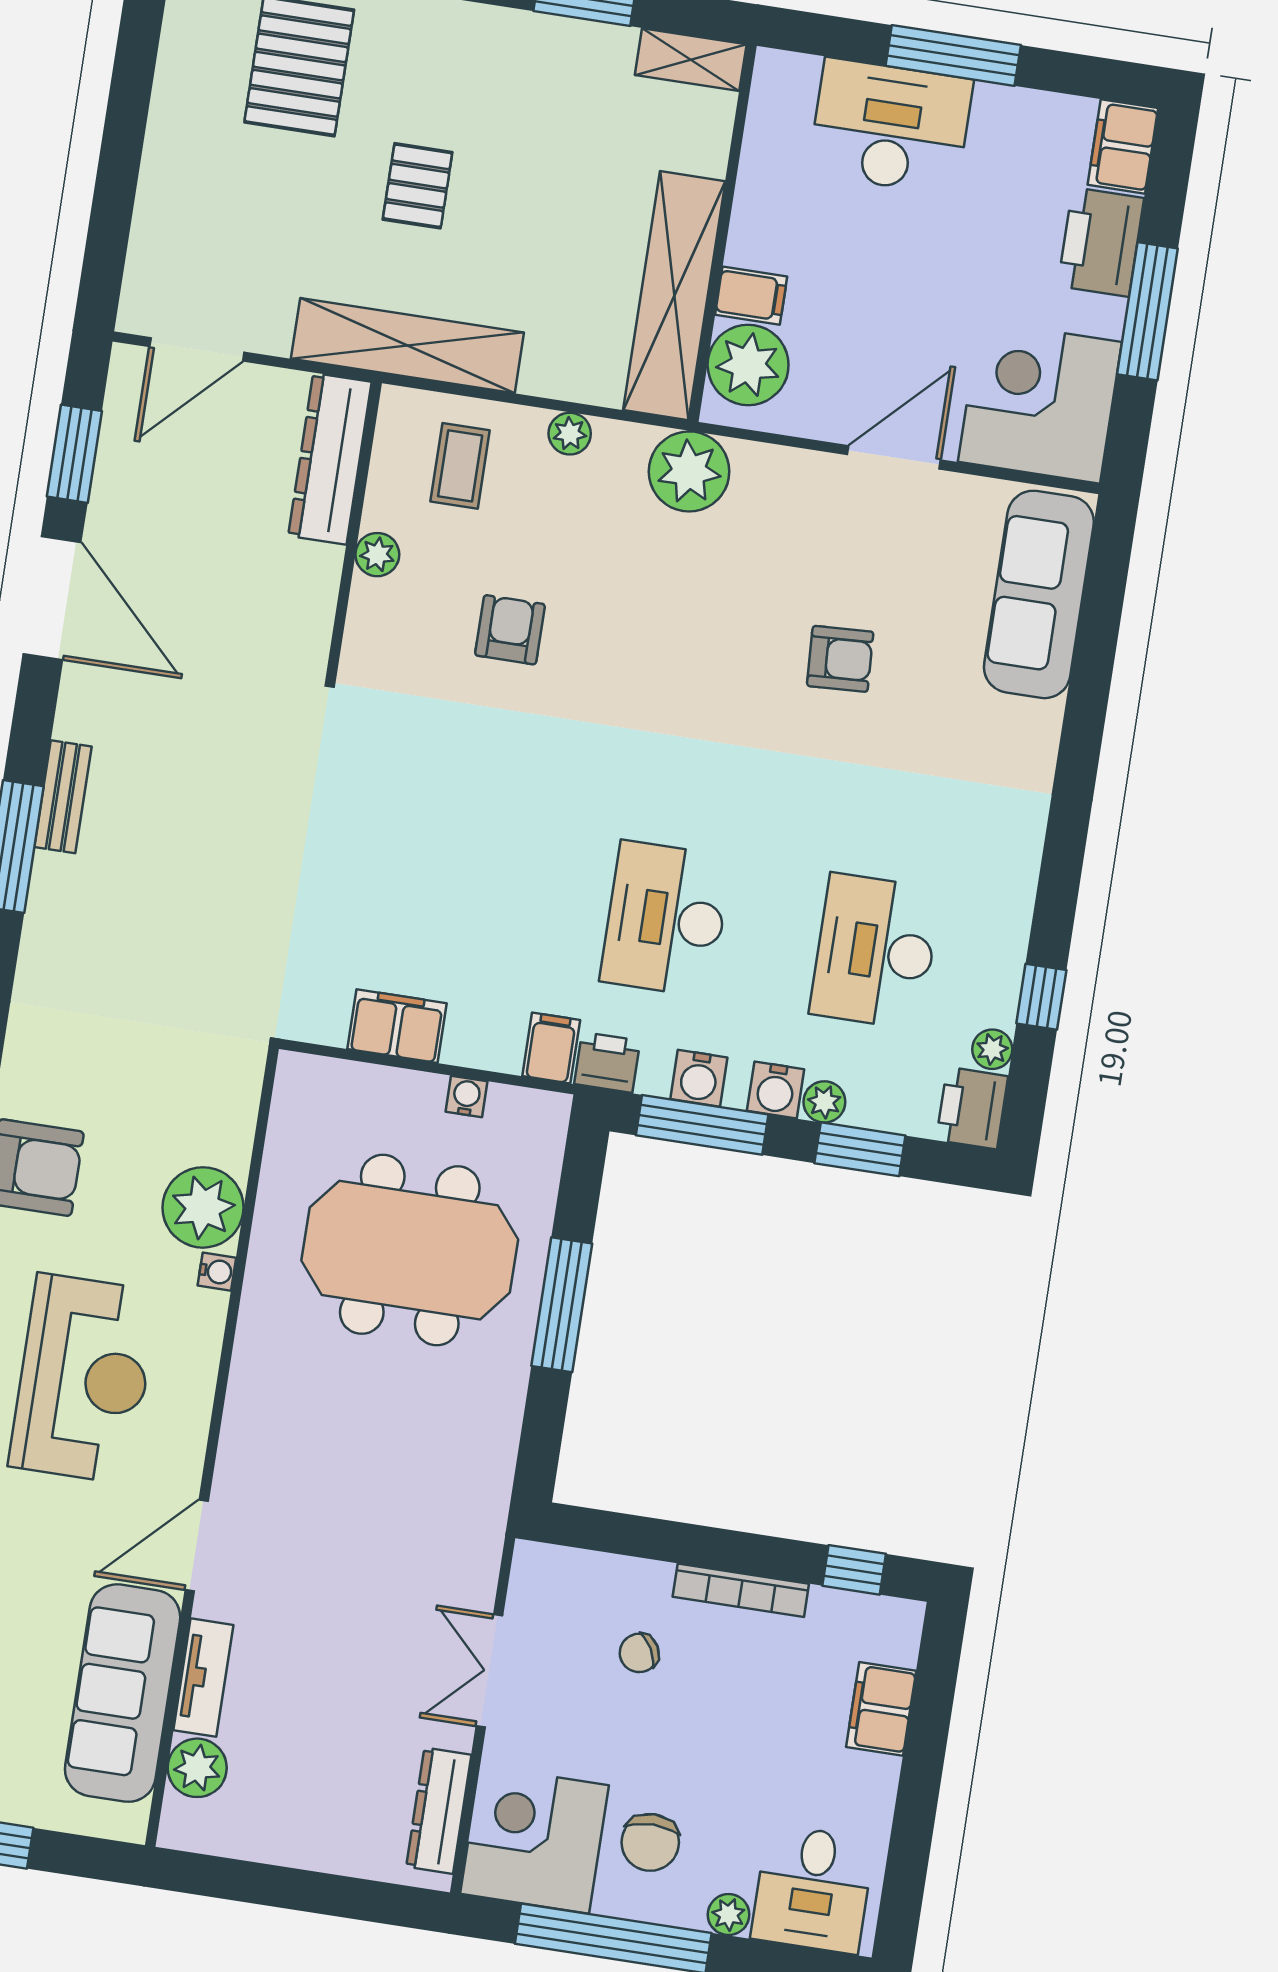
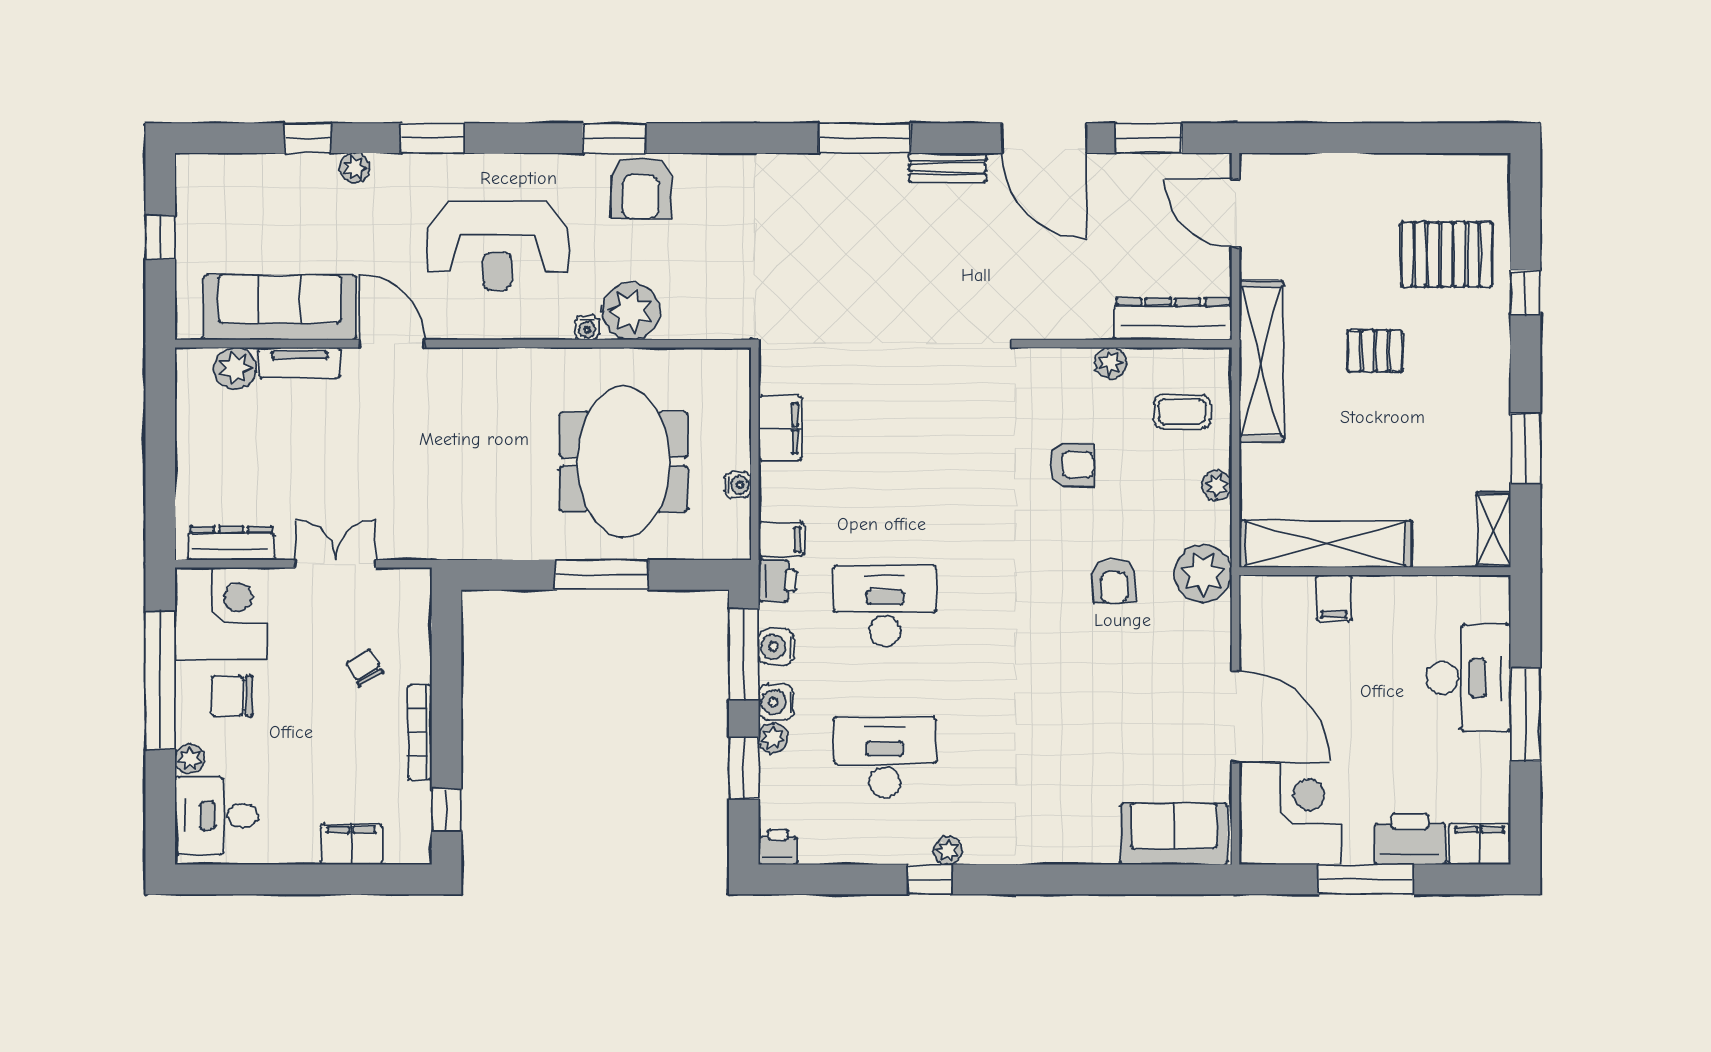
plant: (748, 365) -> (1285, 604), removed
door: (894, 457) -> (1235, 717), width x1.36
sofa: (1039, 594) -> (1174, 834), width x0.73
door: (52, 598) -> (1044, 138), hinge flipped
armchair: (840, 659) -> (1114, 581), moved
bench: (63, 797) -> (948, 168), moved
window: (1041, 997) -> (930, 879), moved
plant: (992, 1049) -> (948, 851), moved
printer: (972, 1108) -> (778, 847), width x0.73, depth x0.81

